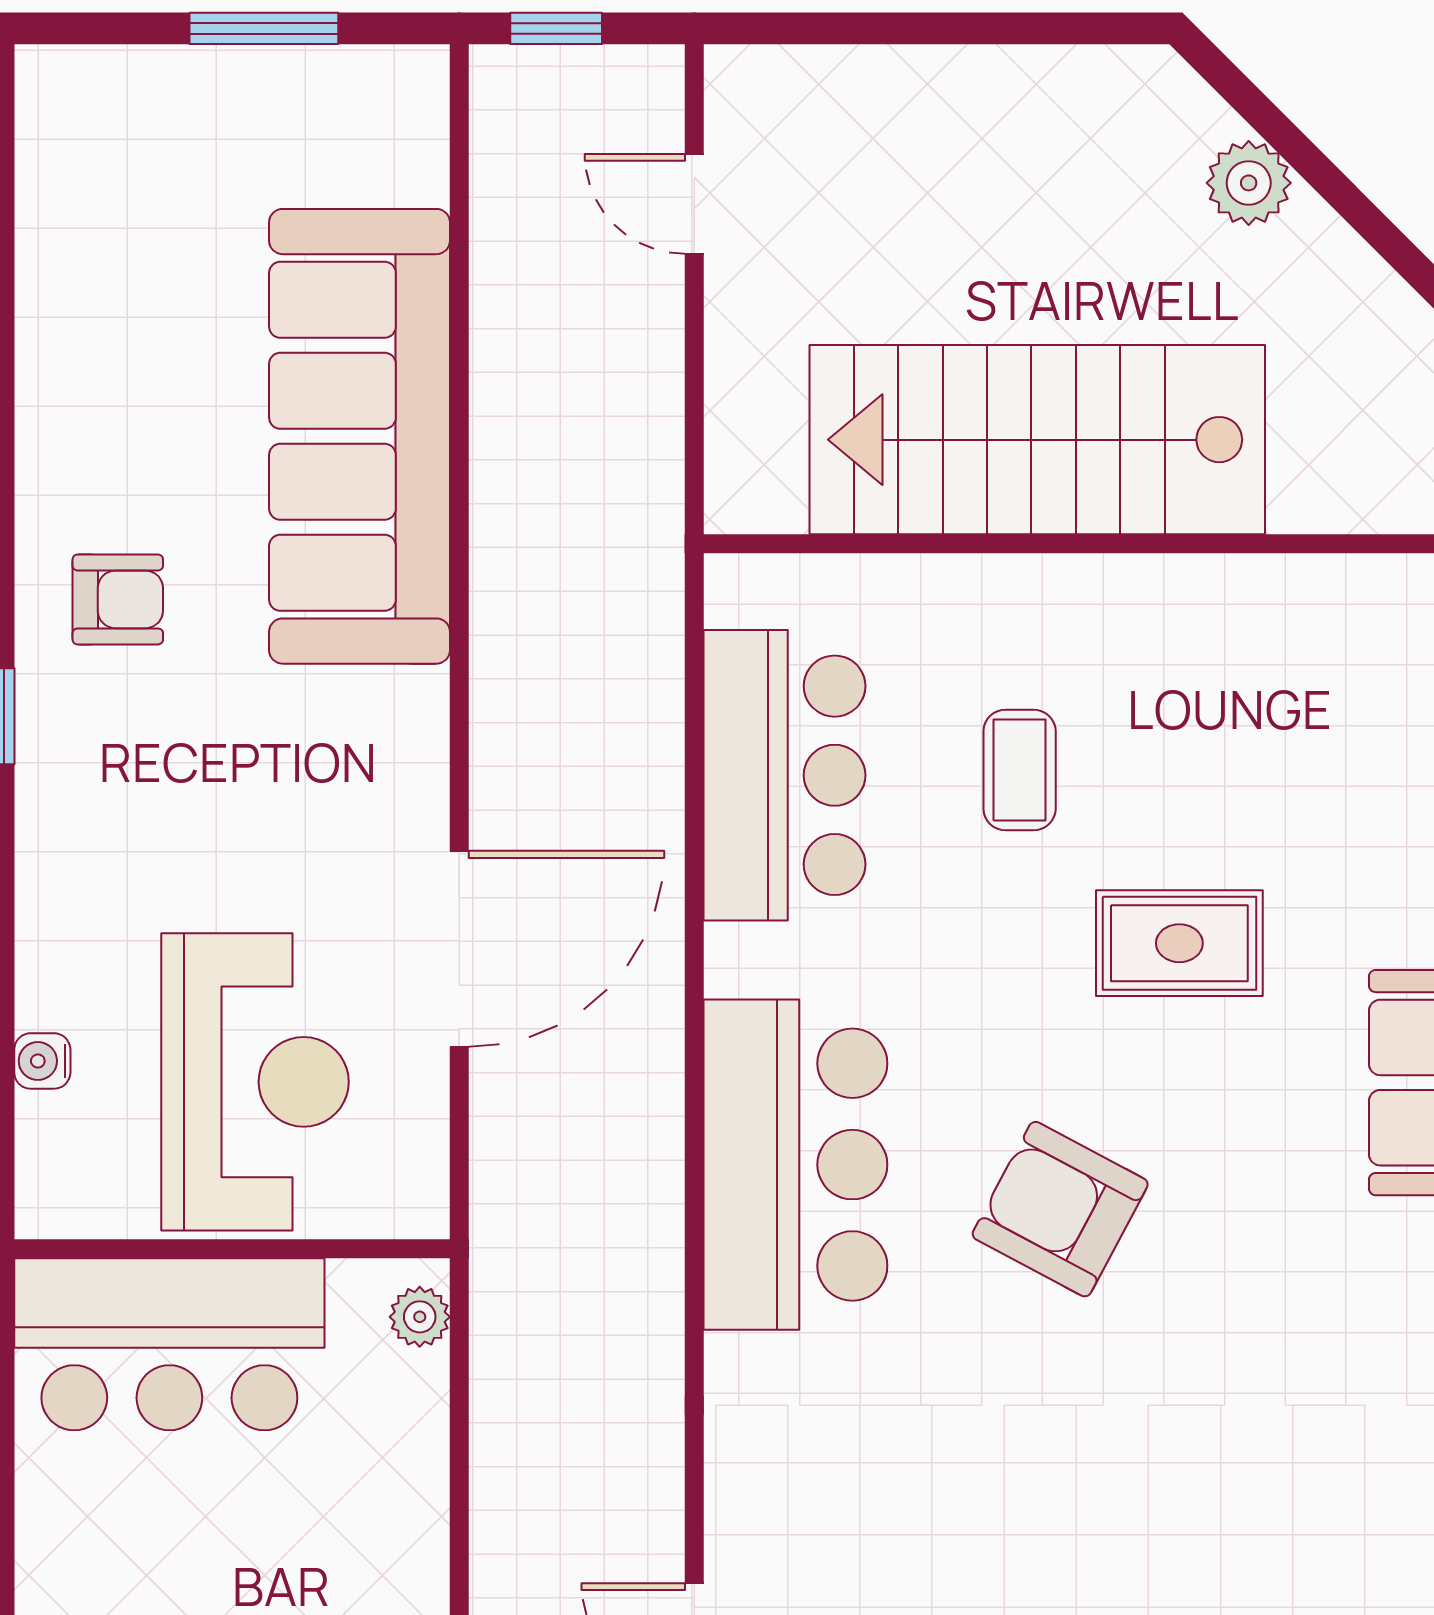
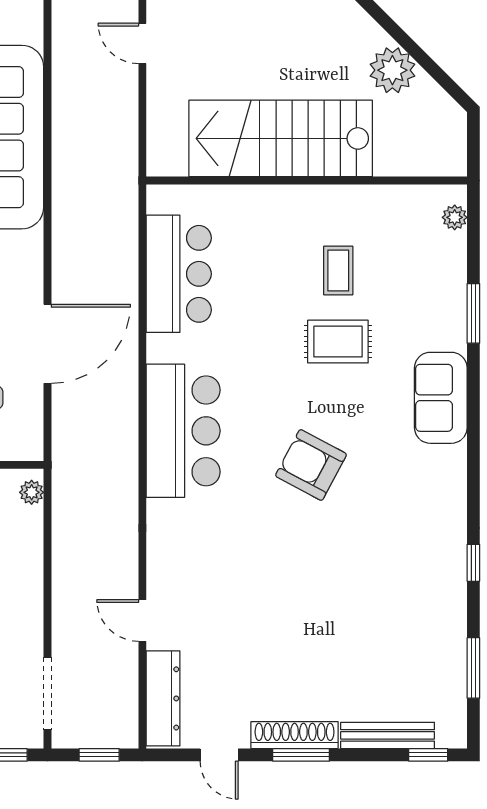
plant: (1249, 183) -> (392, 70), moved, width x1.36, depth x1.36
coffee table: (1020, 770) -> (338, 271), moved
armchair: (1060, 1209) -> (311, 465), moved

